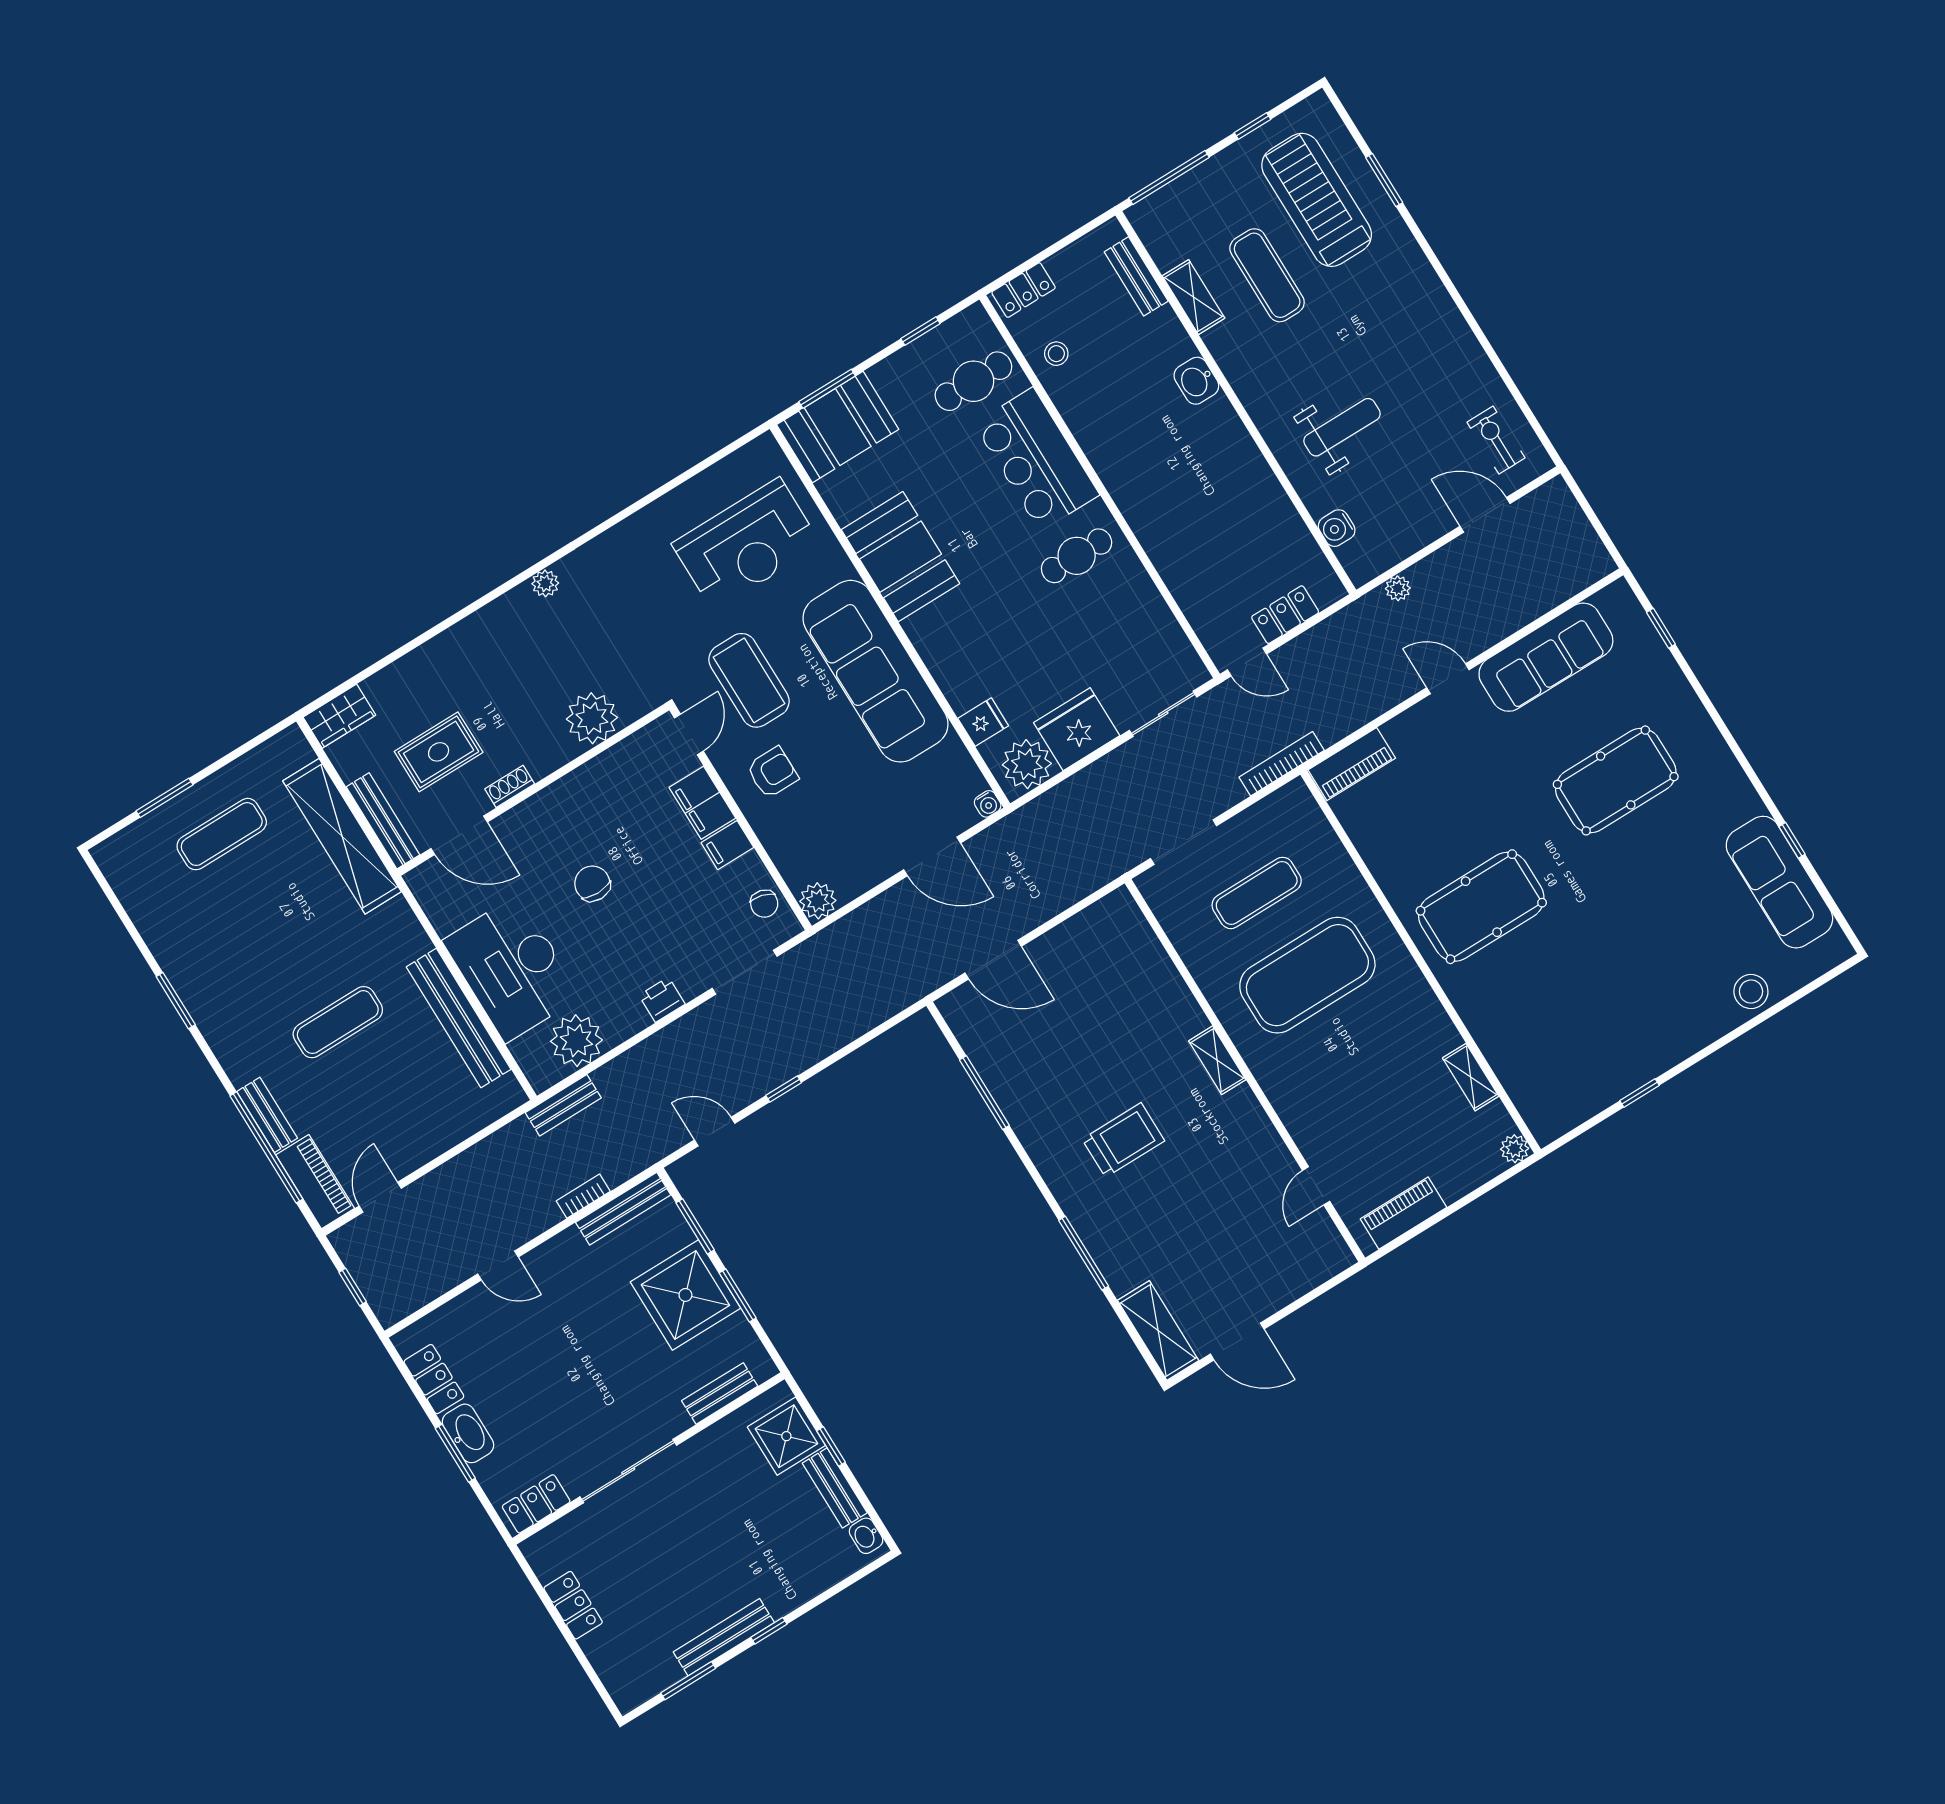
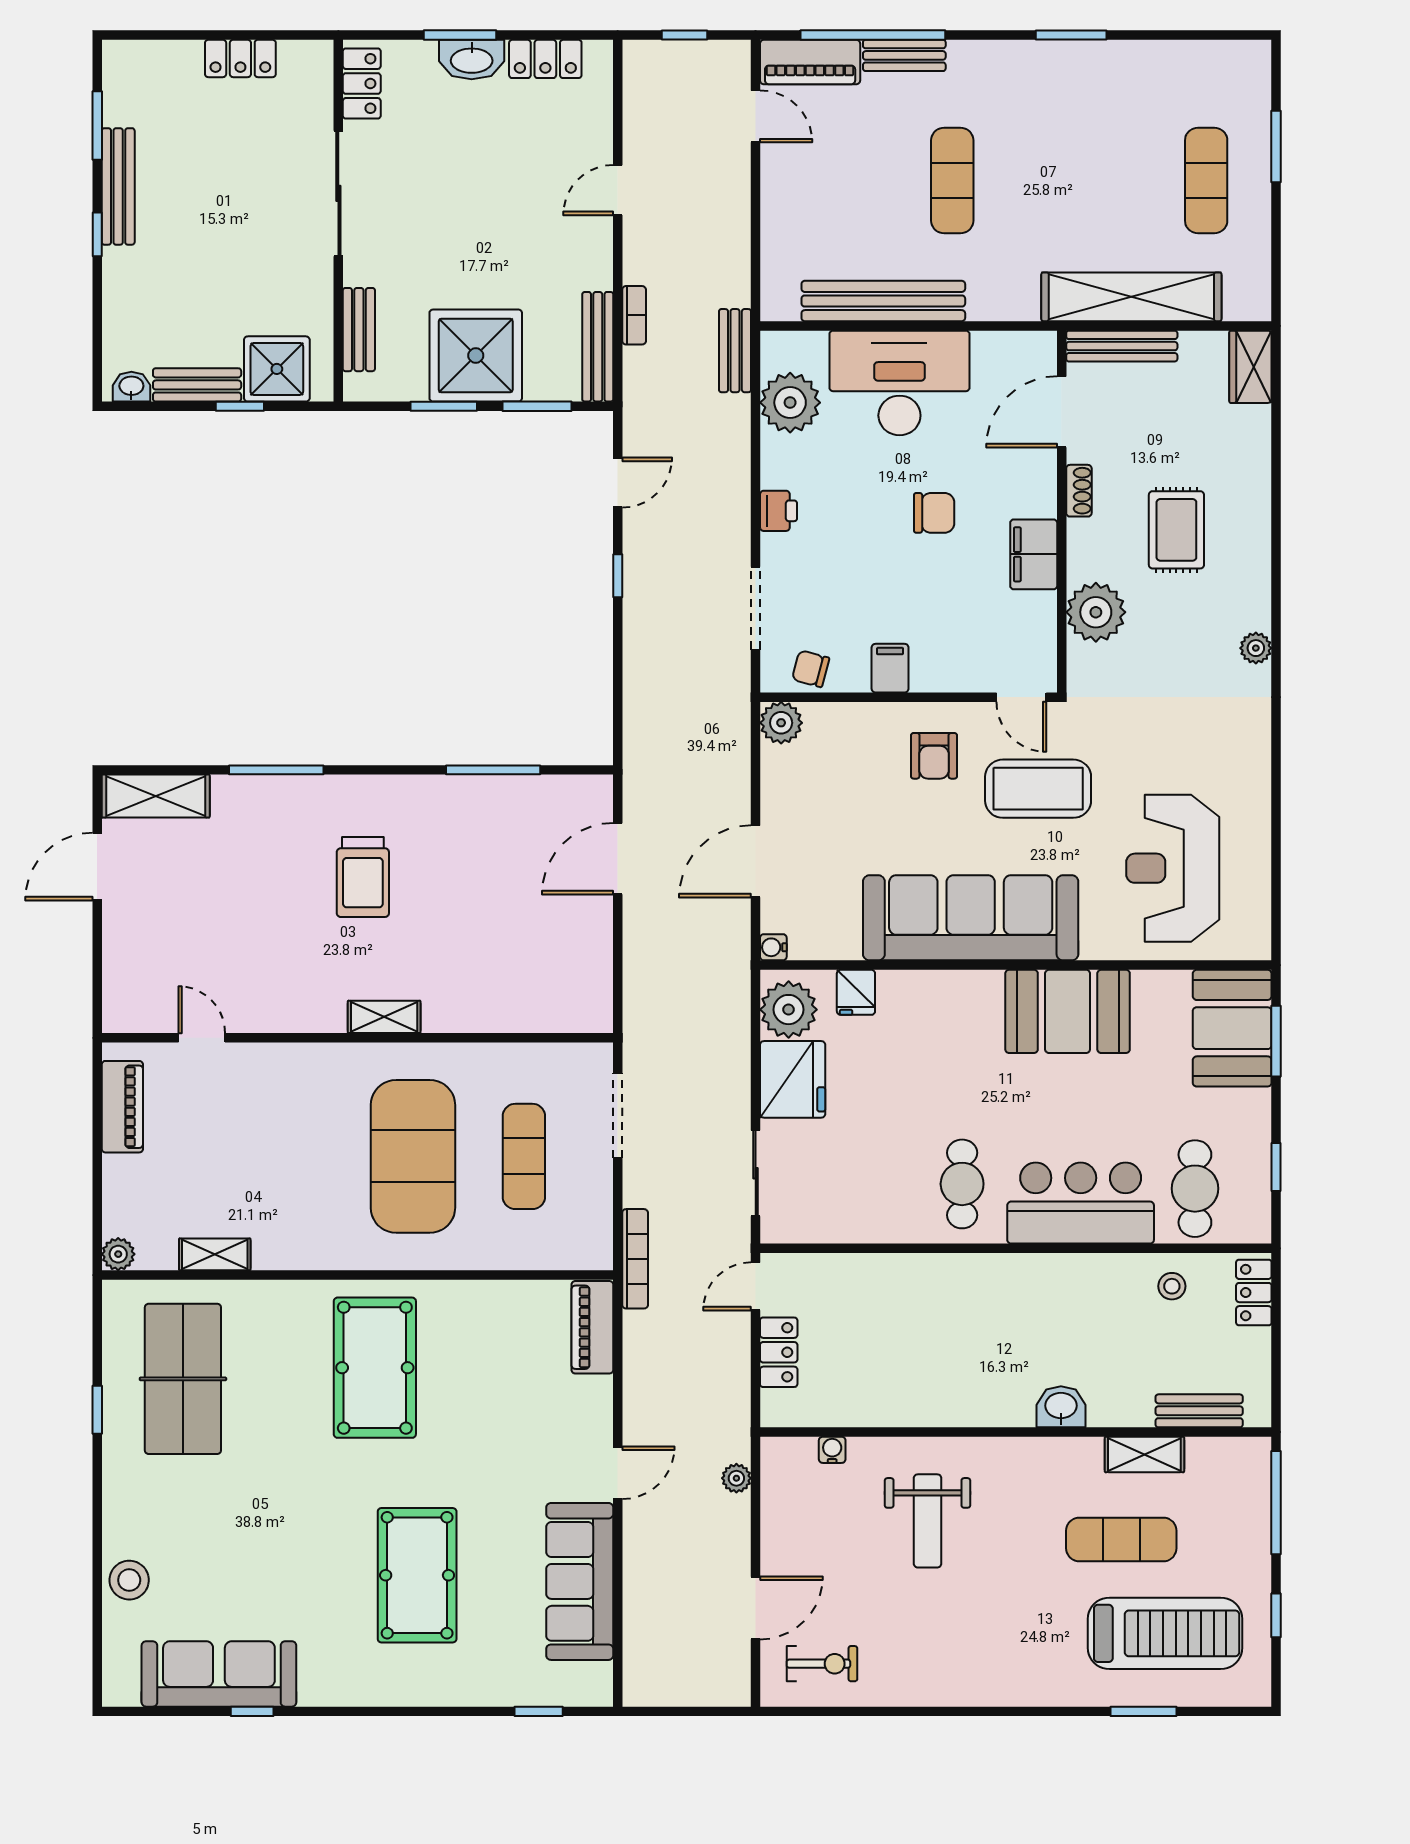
water cooler: (1337, 528) -> (832, 1450), width x0.72, depth x0.72
rug: (439, 752) -> (1176, 530), moved
filing cabinet: (702, 803) -> (1034, 554), moved, turned -90
table tennis table: (1577, 1044) -> (183, 1379), added

